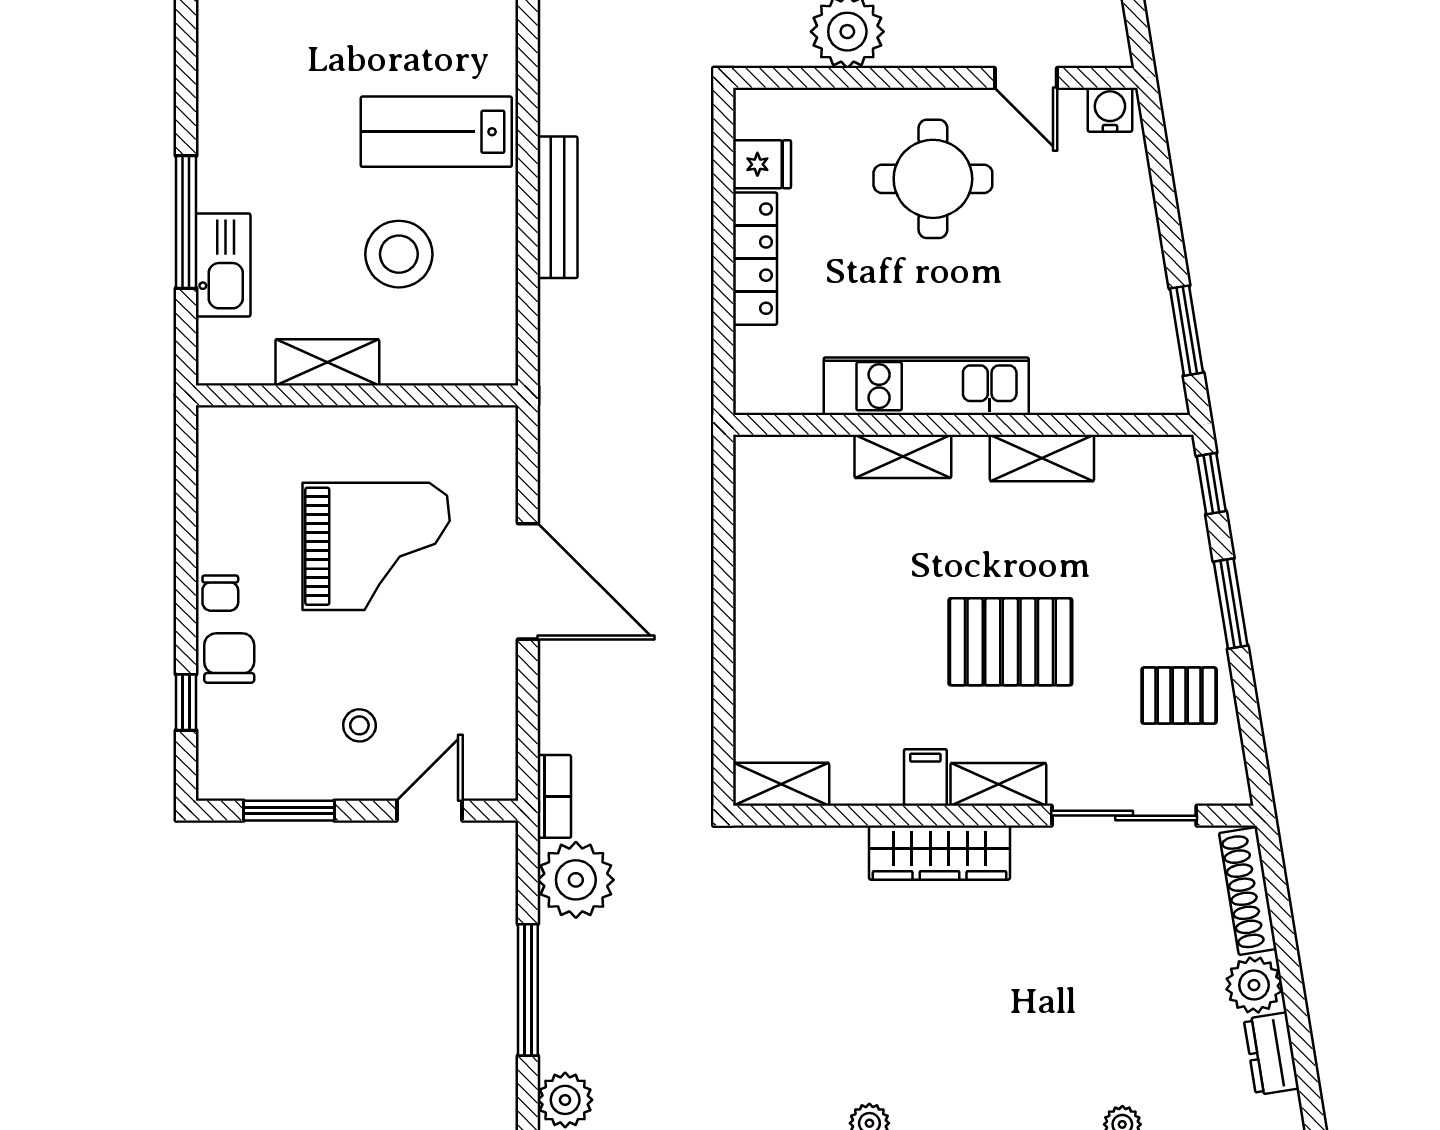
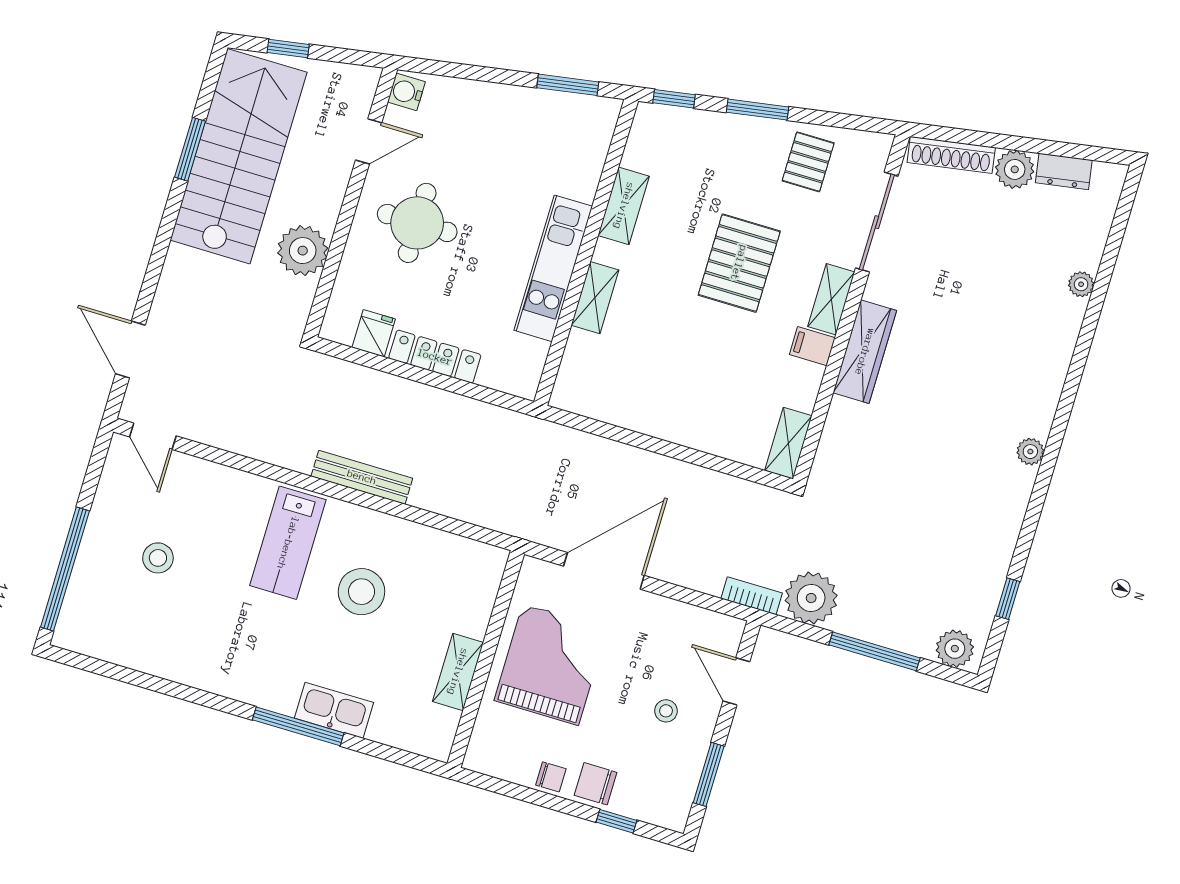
shelving: (327, 362) -> (458, 672), moved
wall: (357, 395) -> (486, 659), moved

